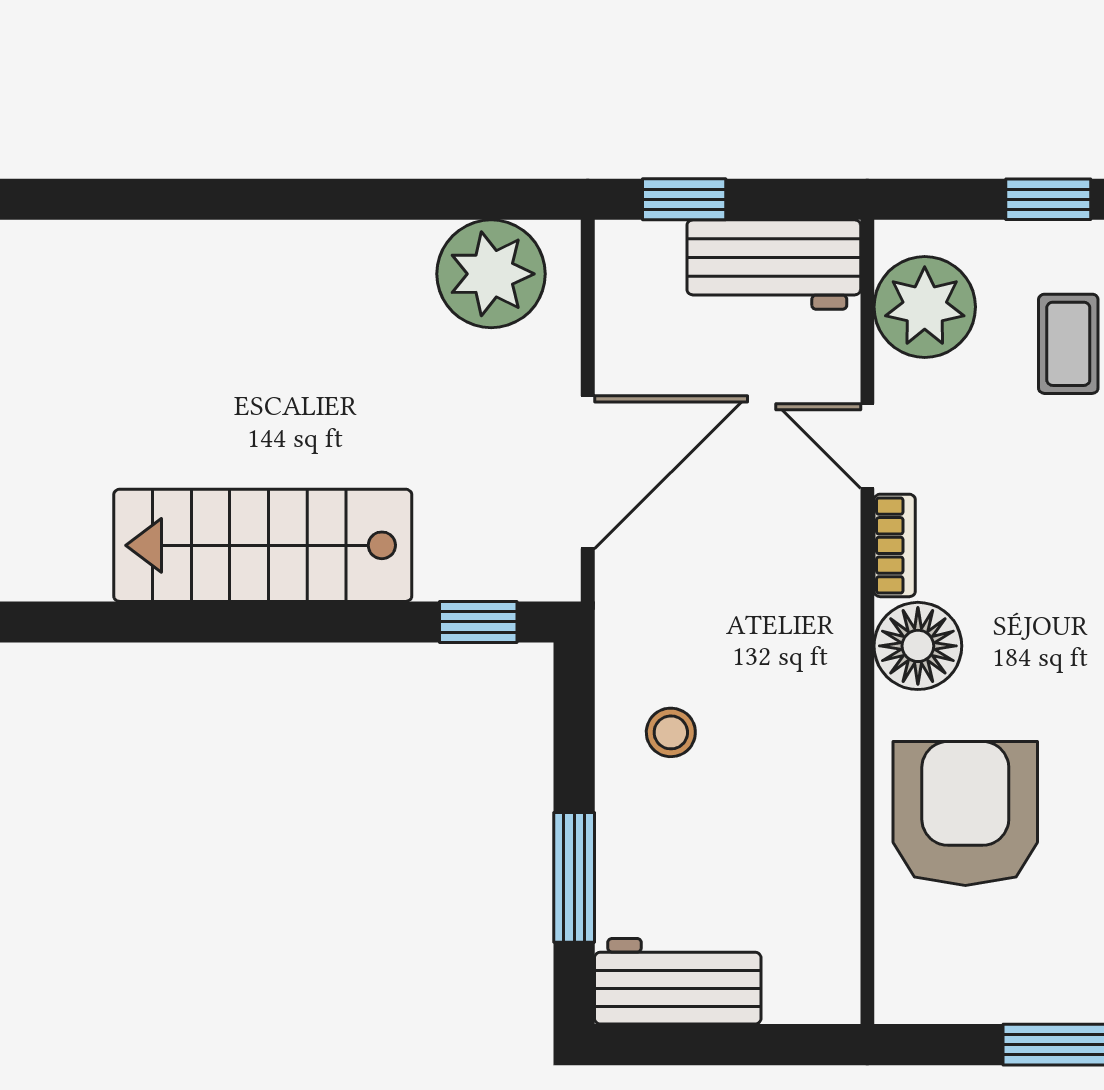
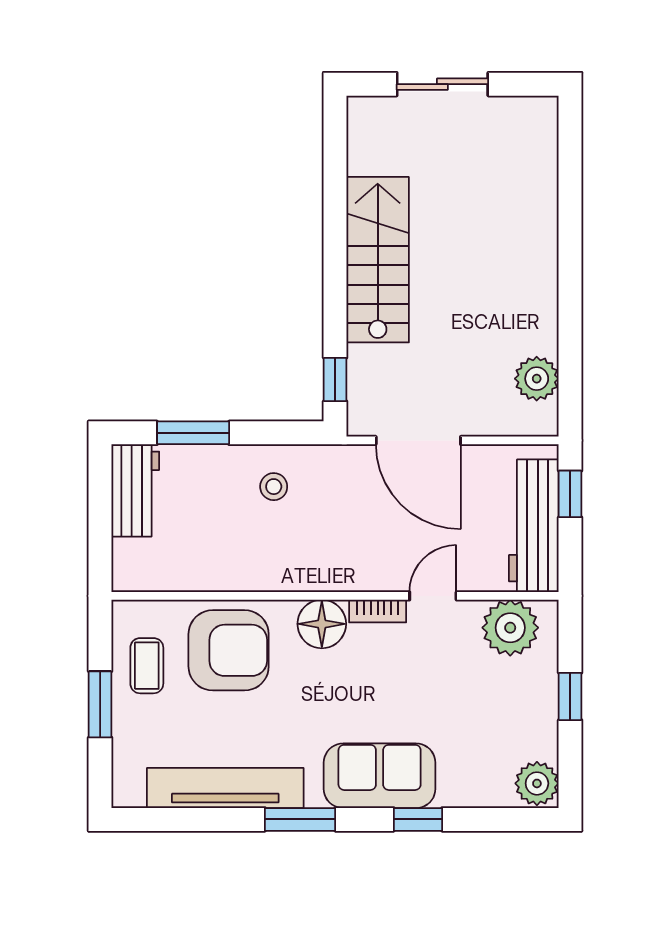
workbench: (774, 265) -> (534, 526), width x1.38
plant: (491, 274) -> (537, 379), width x0.73, depth x0.73
coffee table: (1068, 344) -> (147, 666), moved, turned 90

